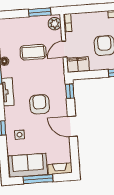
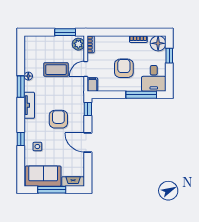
filing cabinet: (78, 65) -> (92, 84), width x0.50

